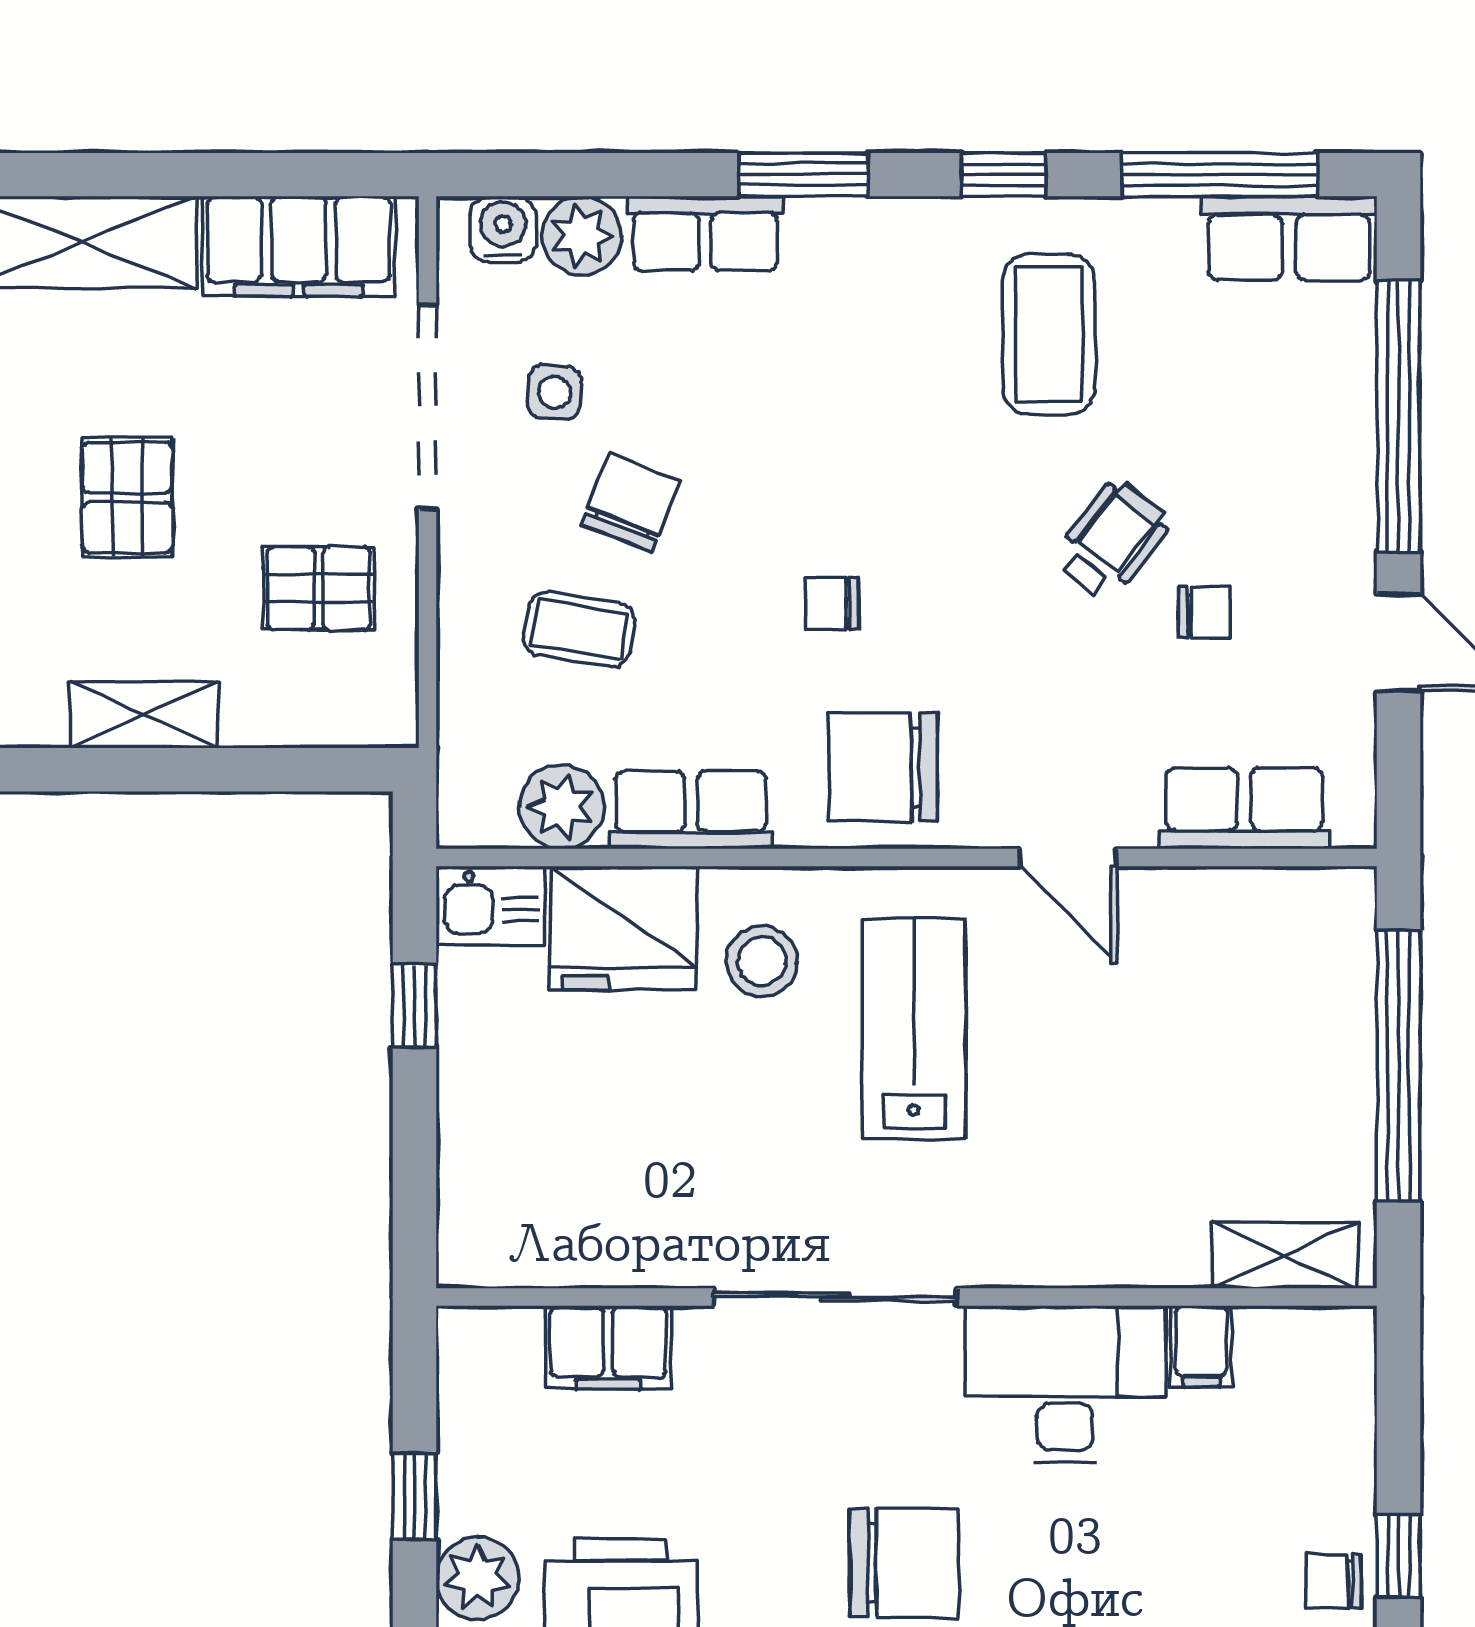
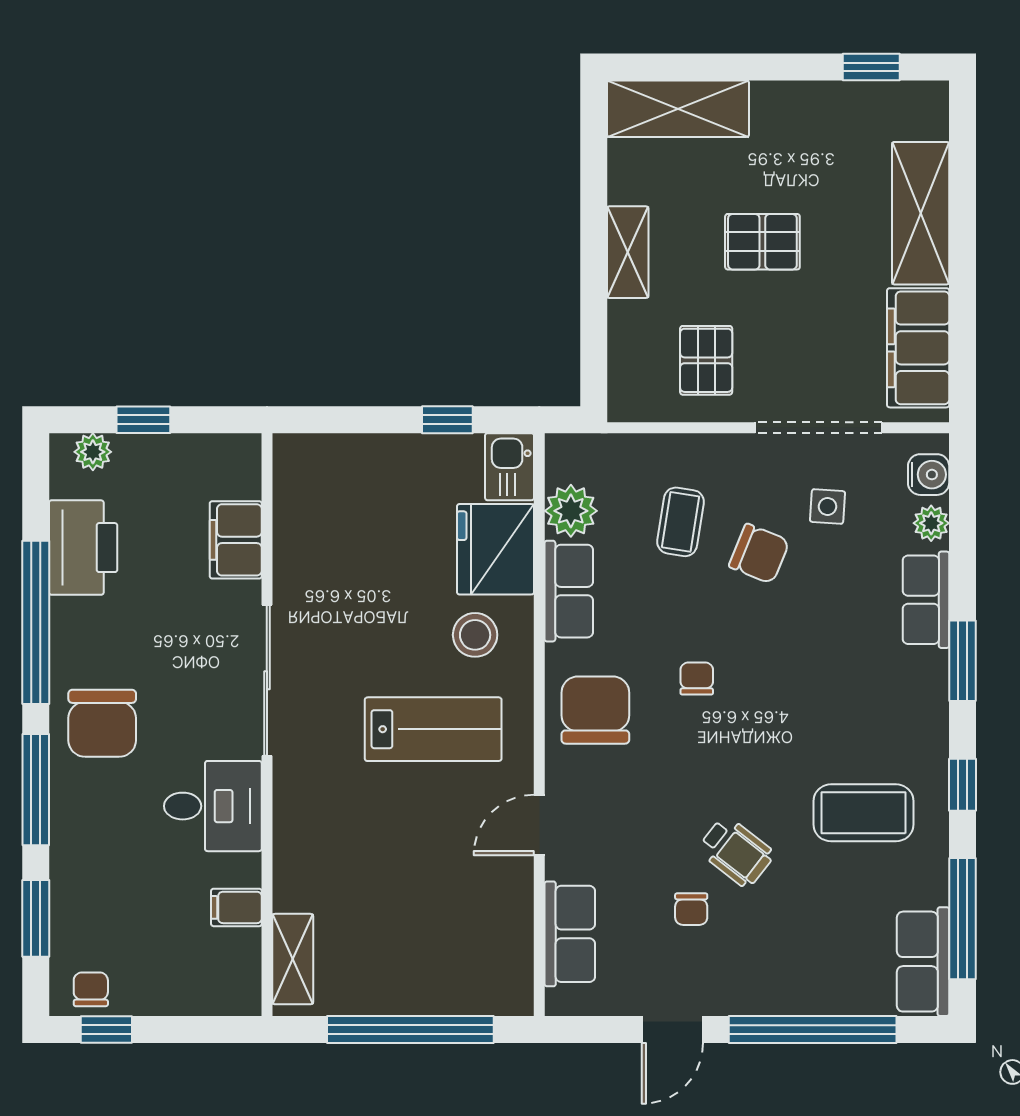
plant: (582, 236) -> (931, 523), width x0.73, depth x0.73
desk: (1065, 1384) -> (213, 806), width x0.73
plant: (478, 1578) -> (93, 452), width x0.73, depth x0.73

